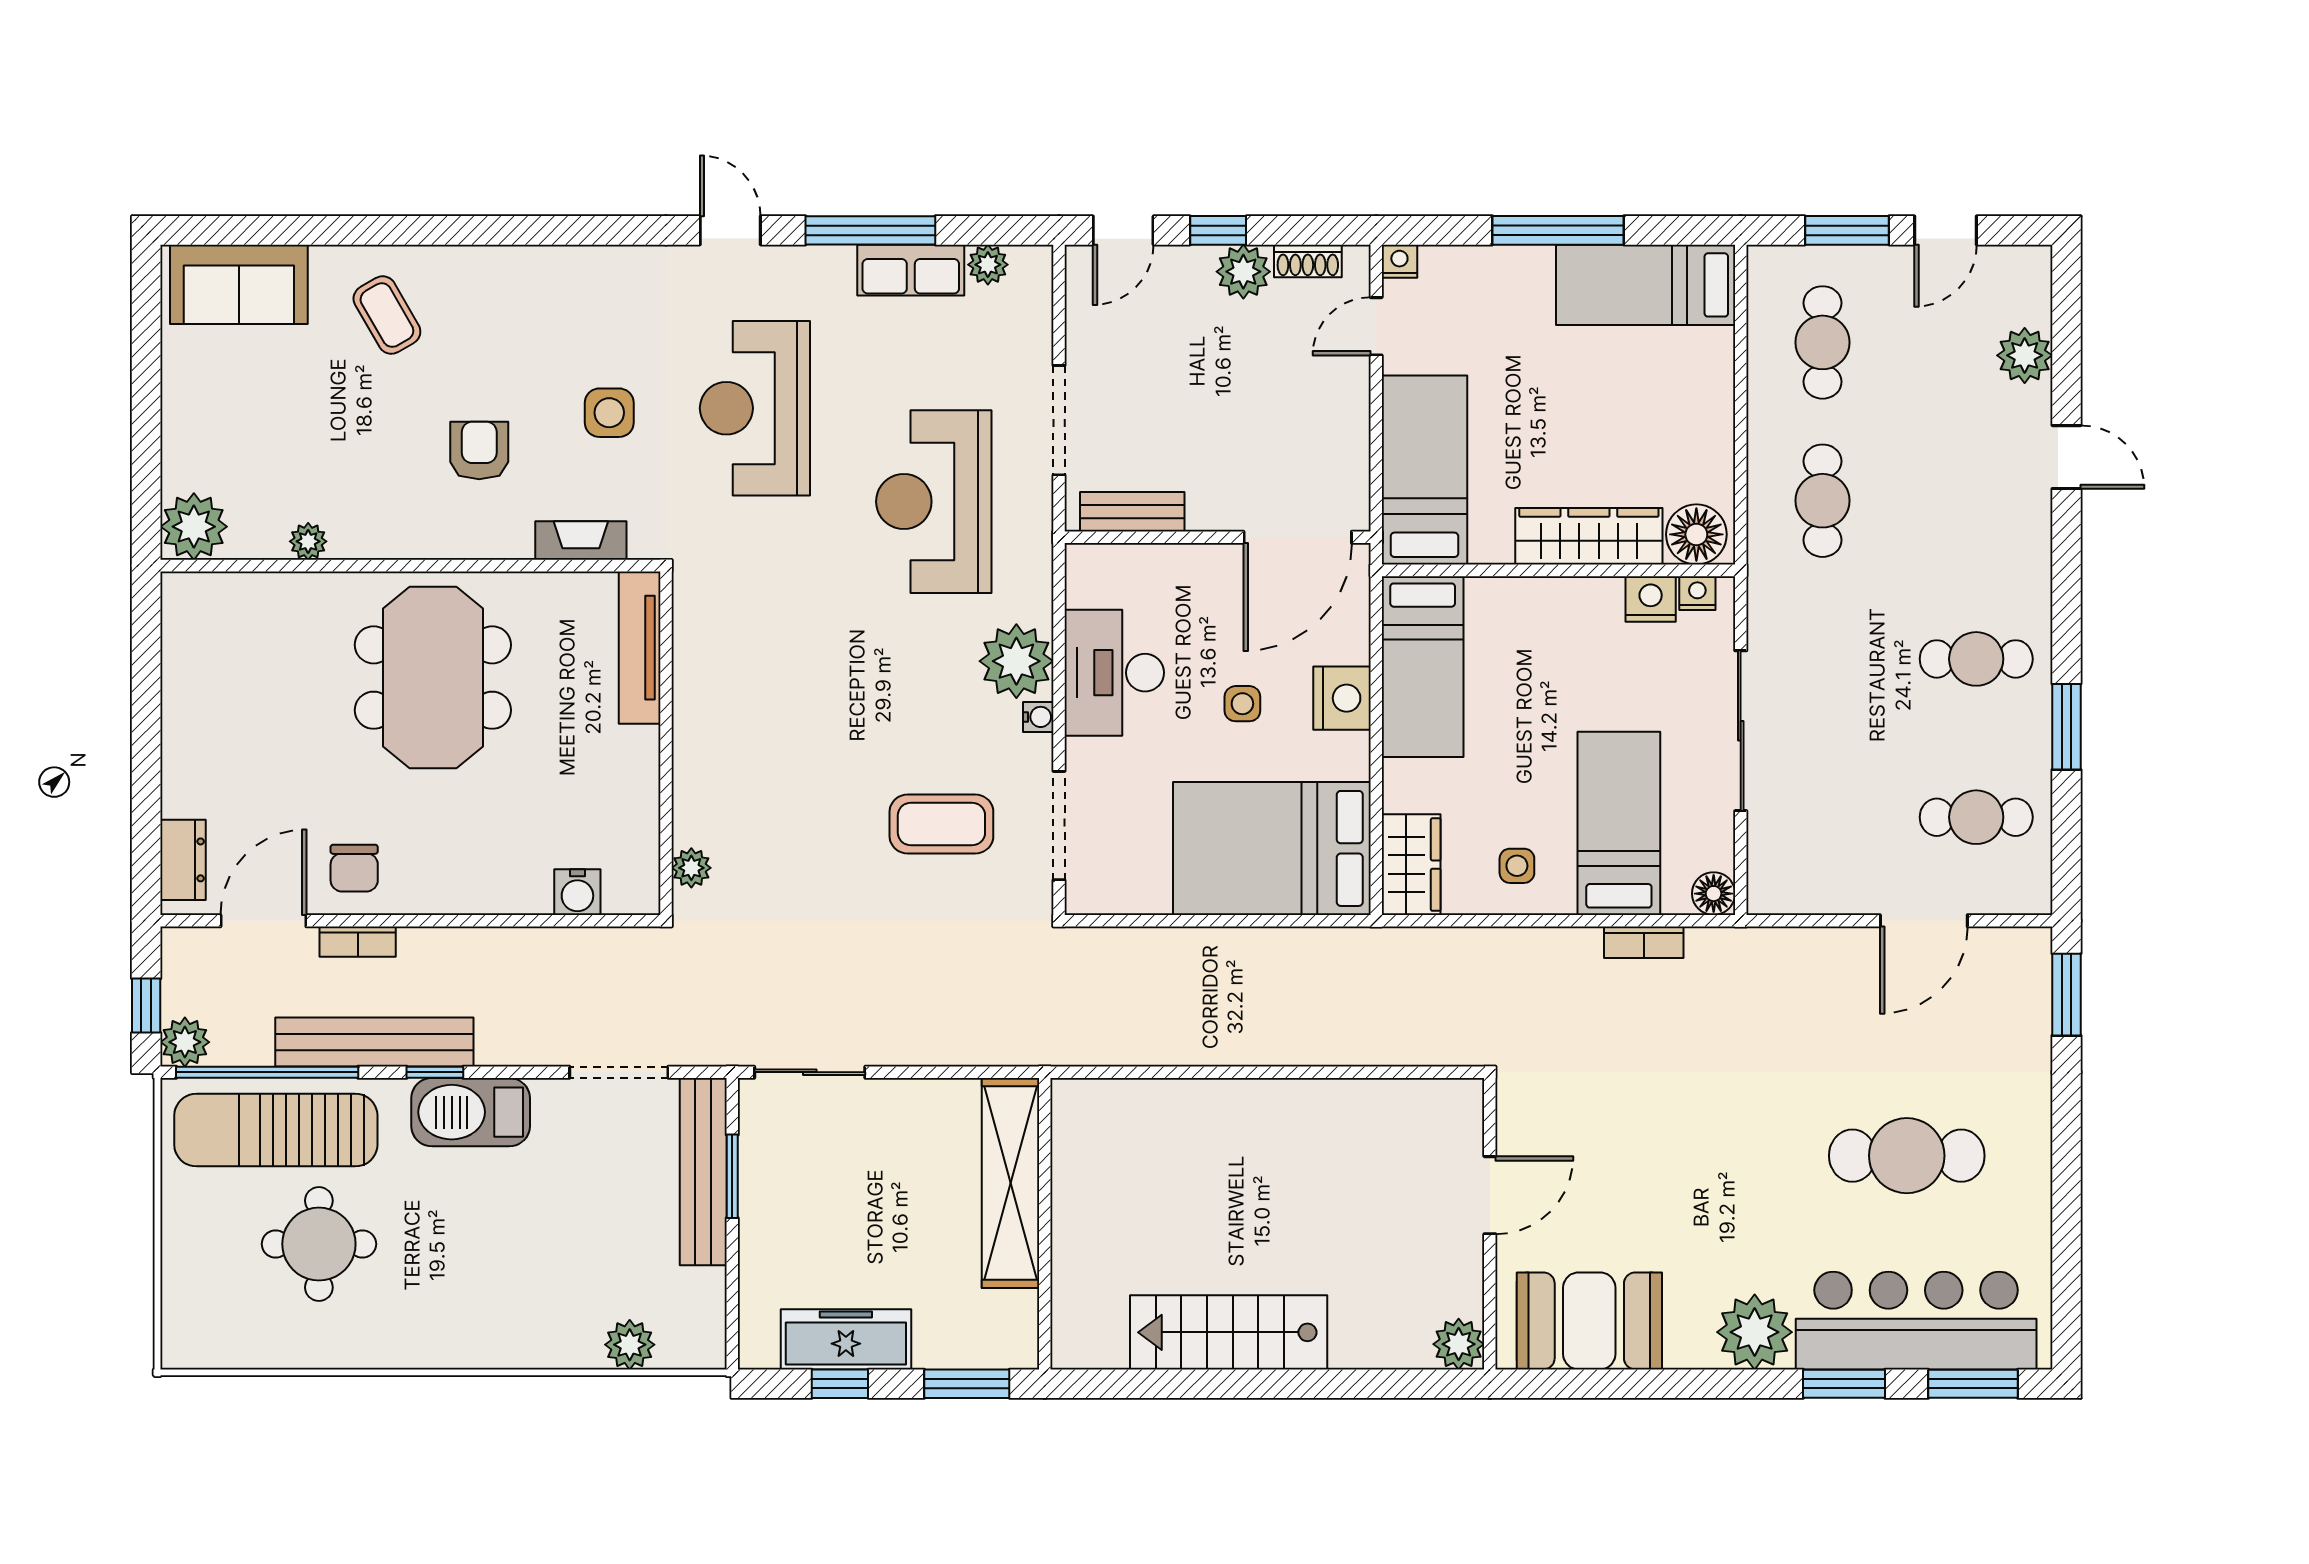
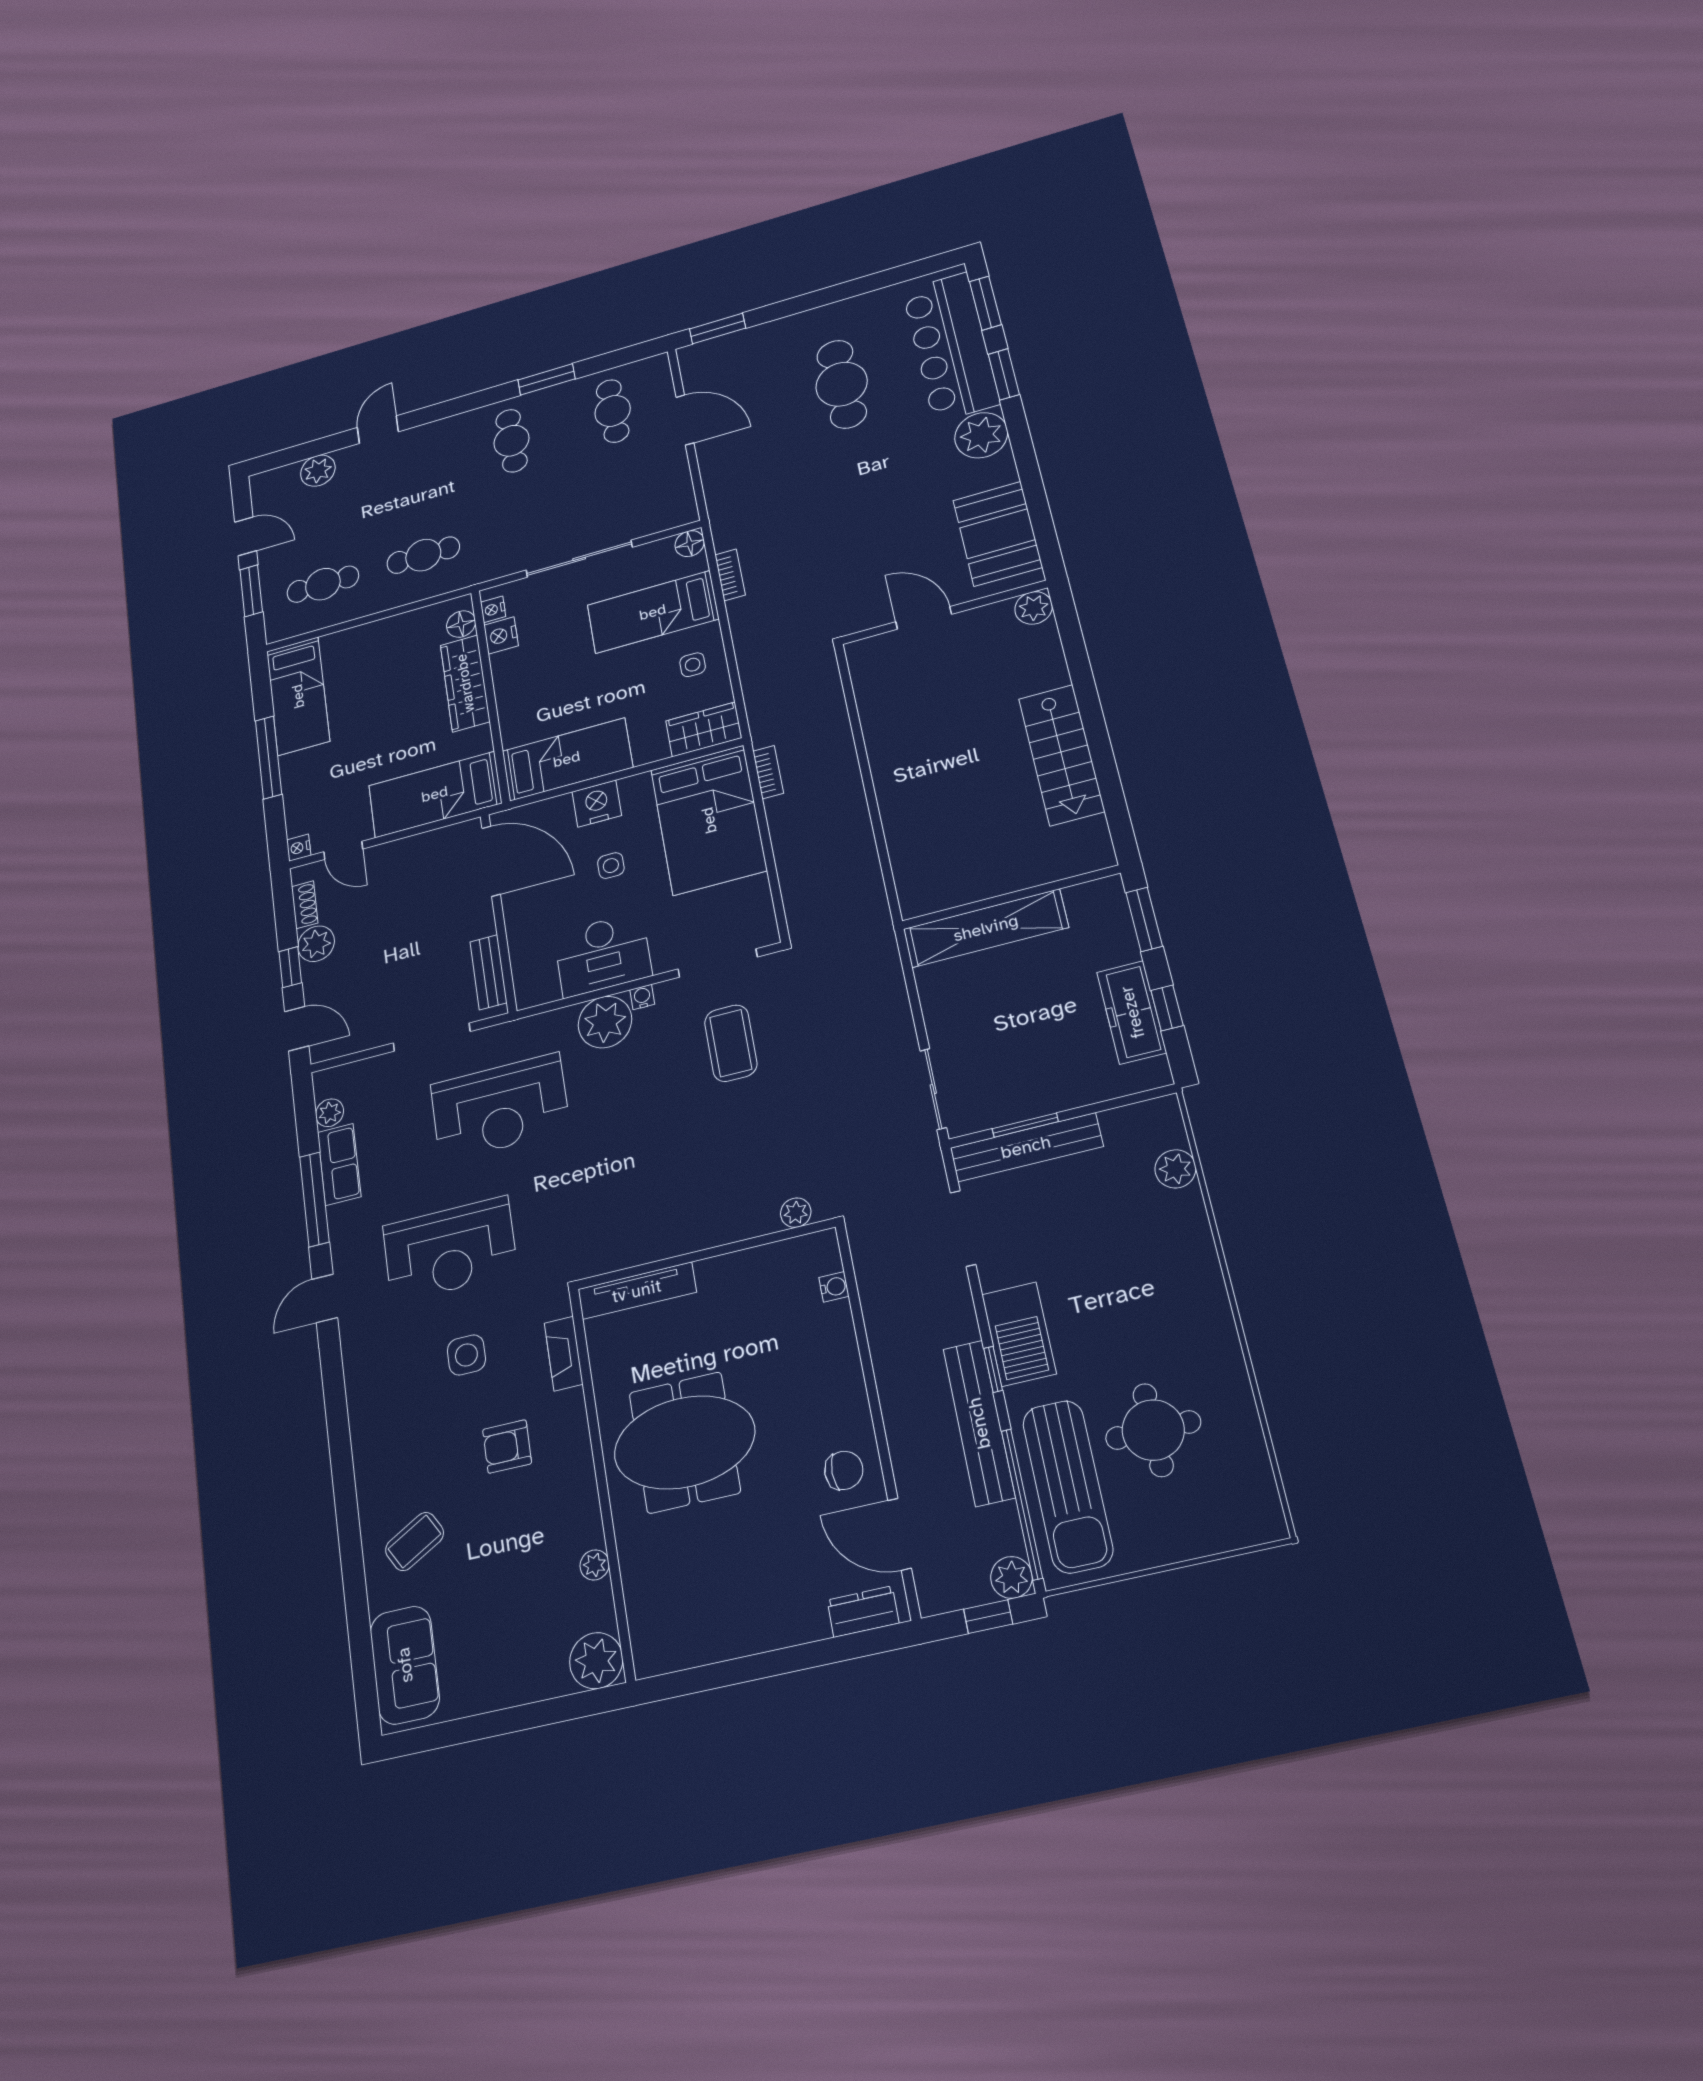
floor lamp: (1696, 534) -> (461, 624), width x0.73, depth x0.73
water cooler: (577, 892) -> (834, 1287), width x0.72, depth x0.72
bookcase: (358, 942) -> (768, 772), moved

